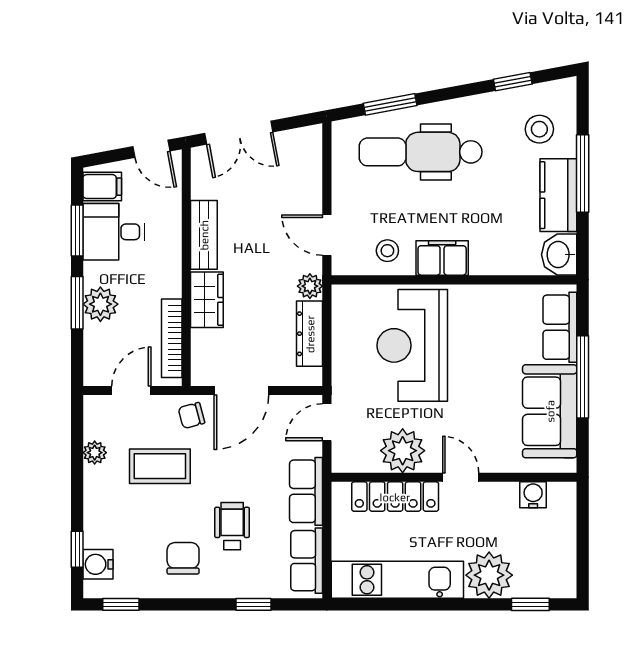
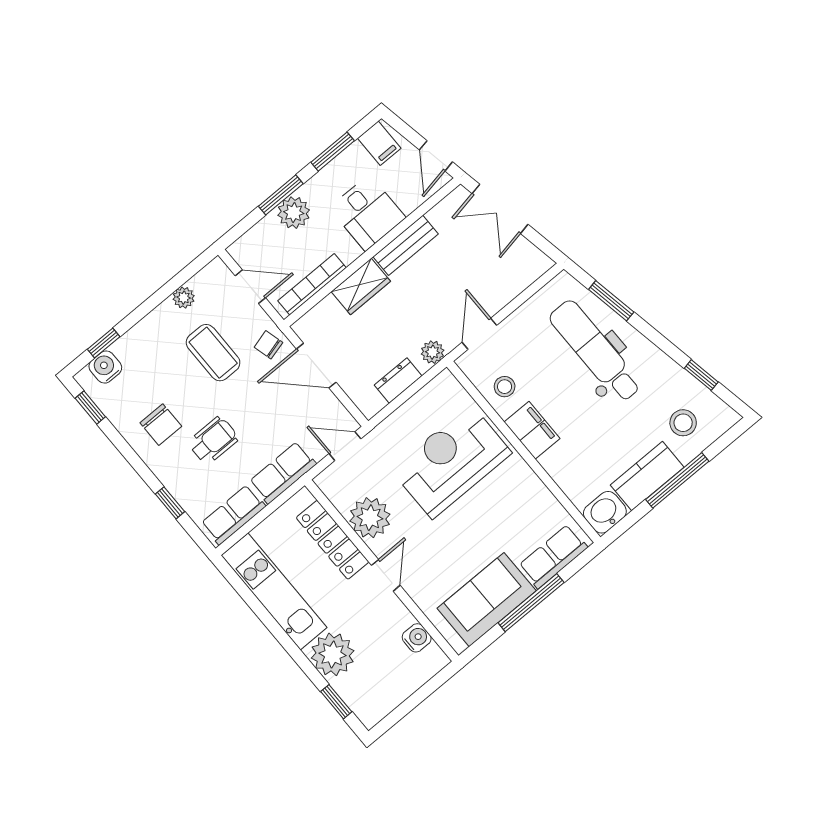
desk: (114, 232) -> (367, 213), moved, turned 180
dresser: (310, 334) -> (398, 381), width x0.70
chair: (183, 558) -> (161, 425), turned 90

